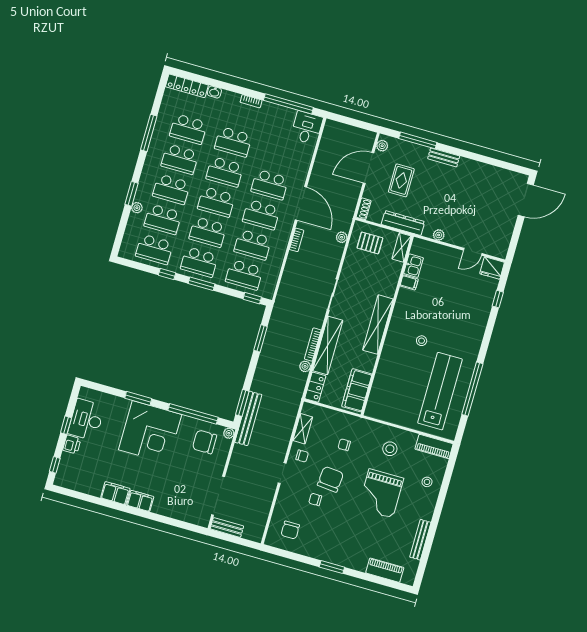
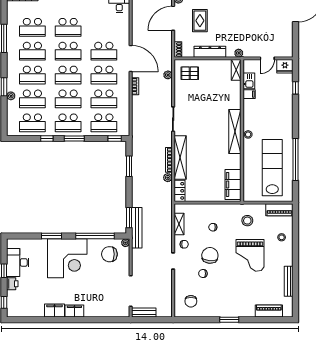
shelving: (402, 247) -> (236, 70), moved
kitchen sink: (413, 266) -> (249, 81), moved
filing cabinet: (409, 282) -> (249, 94), moved
shelving: (378, 325) -> (235, 132), moved
wall: (387, 326) -> (242, 130), moved
filing cabinet: (357, 390) -> (233, 184), moved

